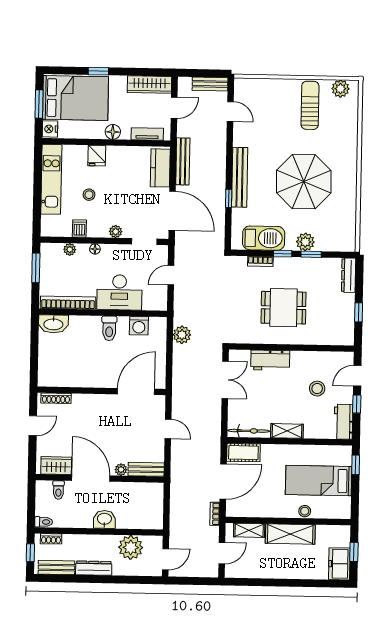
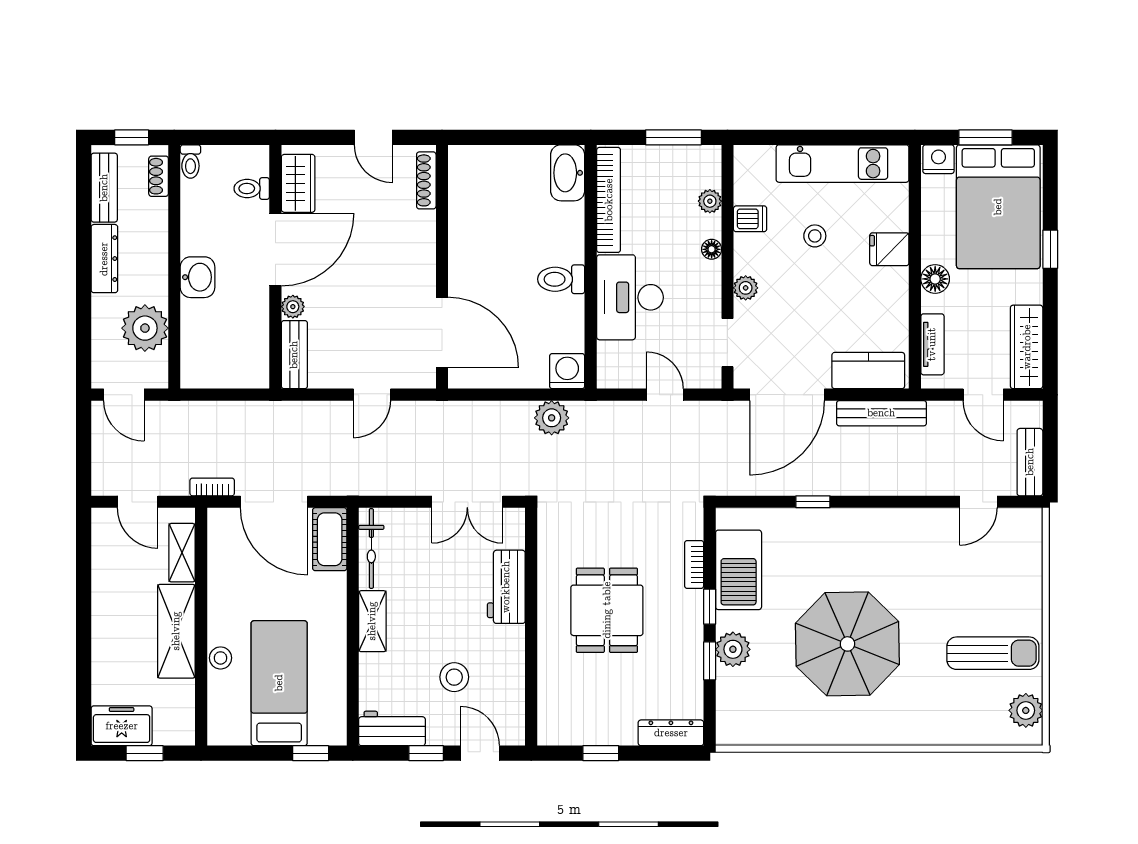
bench: (240, 177) -> (853, 522), removed
washing machine: (139, 326) -> (567, 371), moved, turned 90

